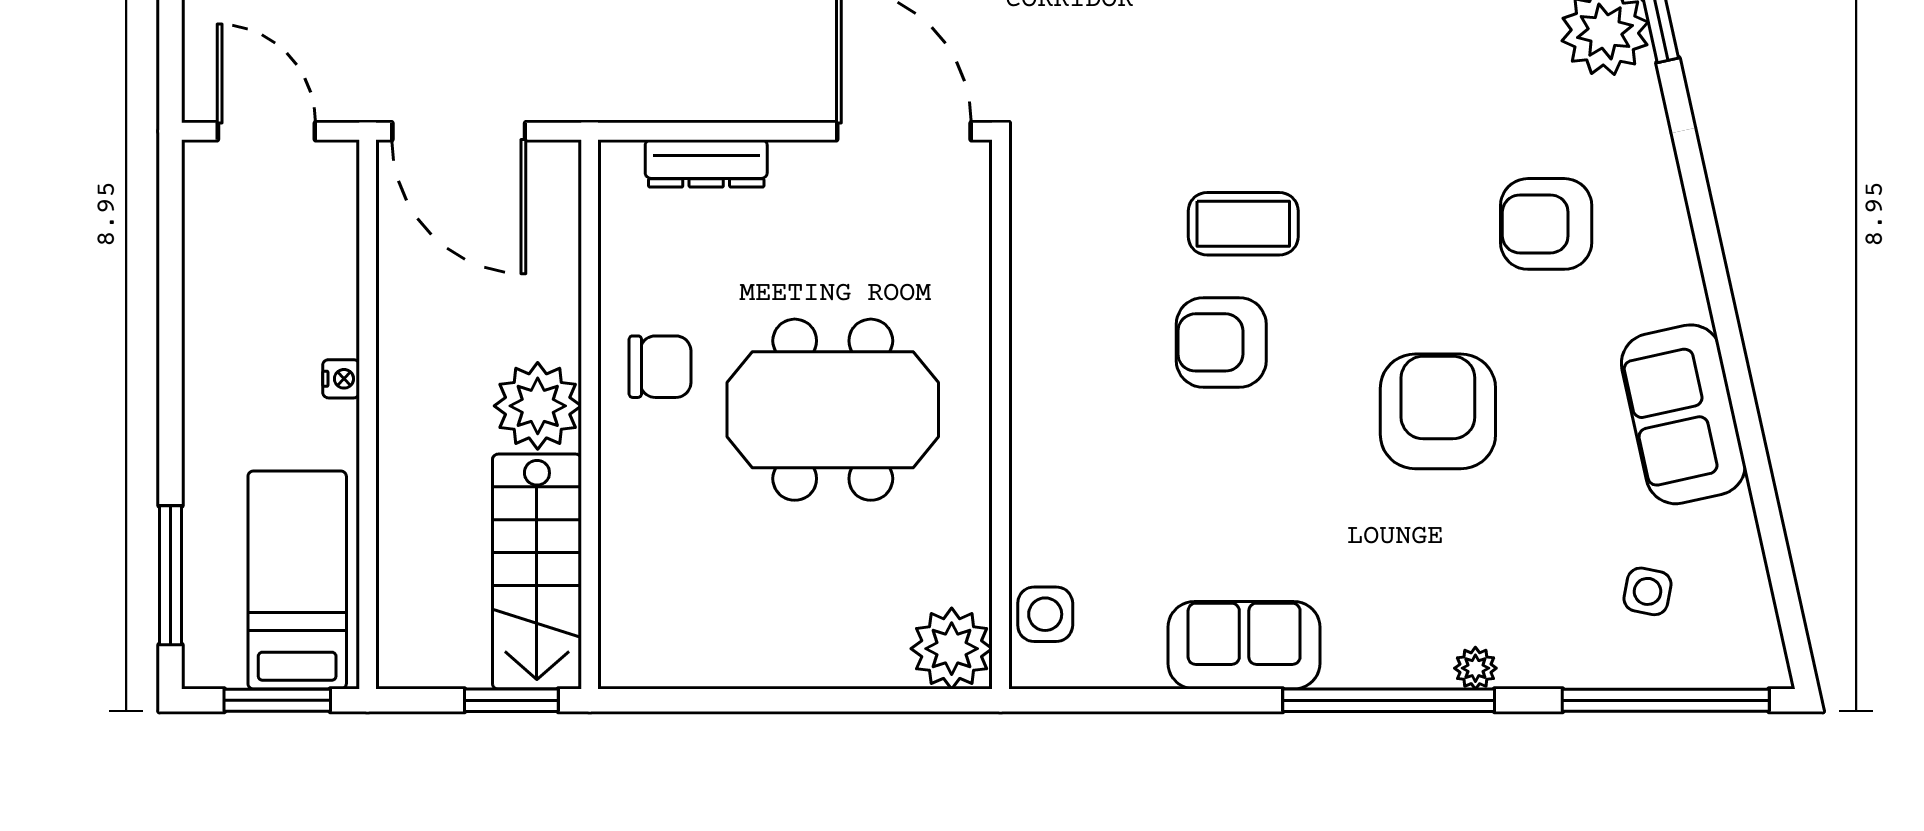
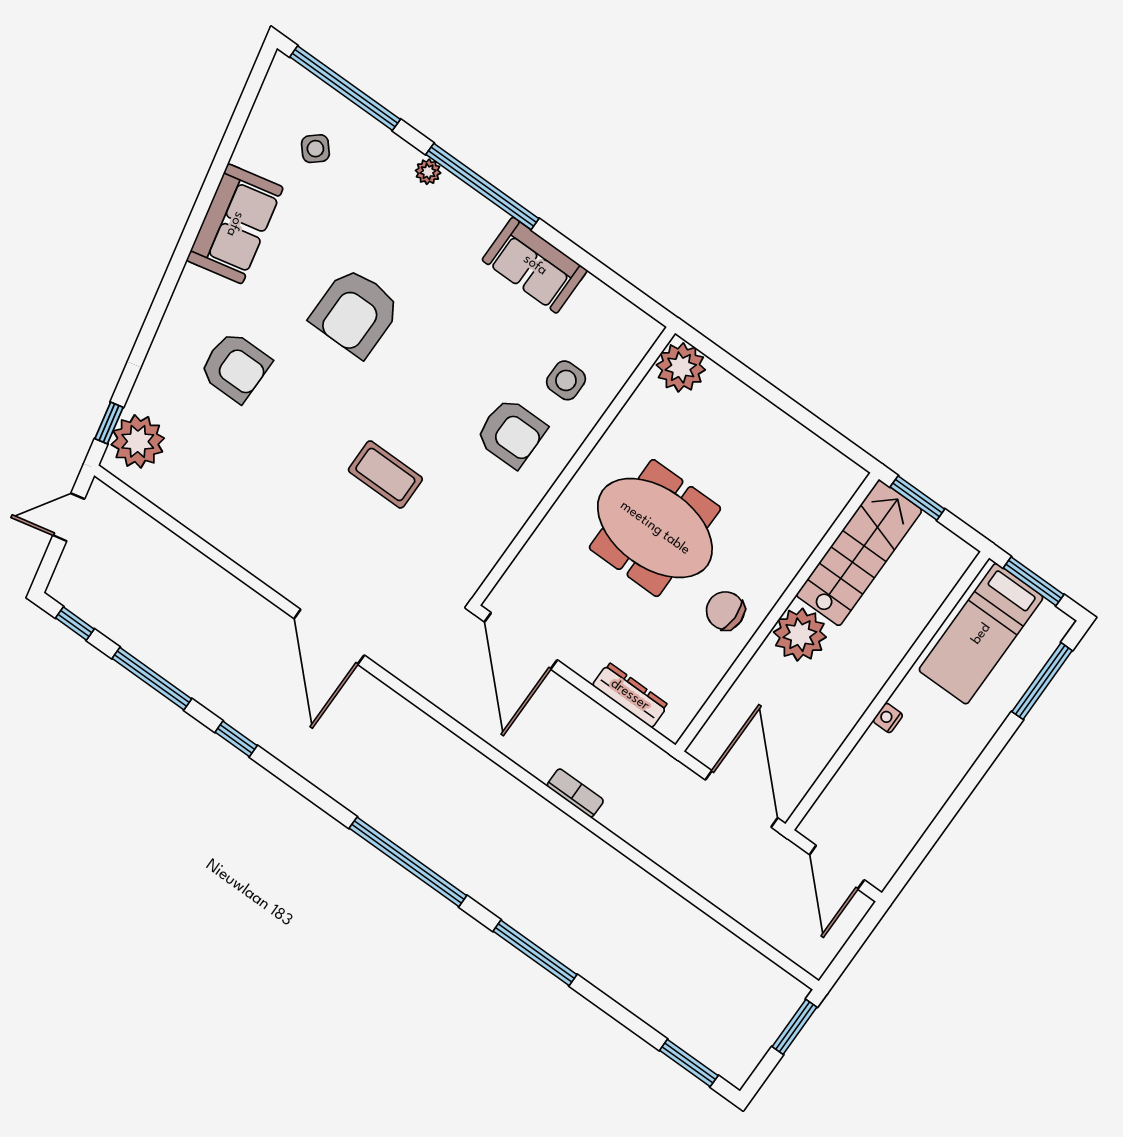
armchair: (1221, 342) -> (511, 433), moved
side table: (1648, 591) -> (315, 149), turned 38
side table: (1045, 614) -> (566, 380), moved

